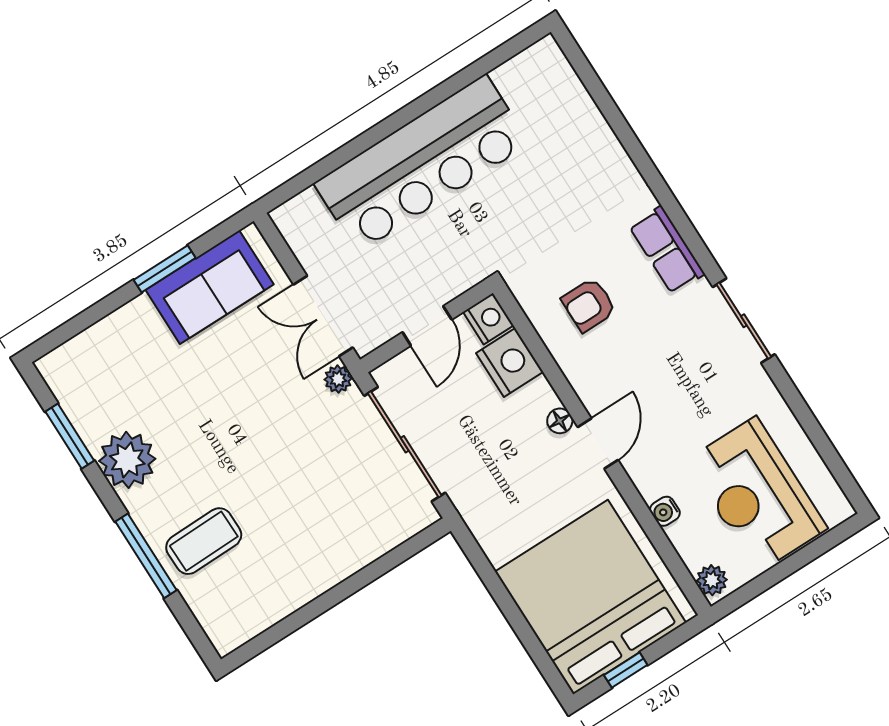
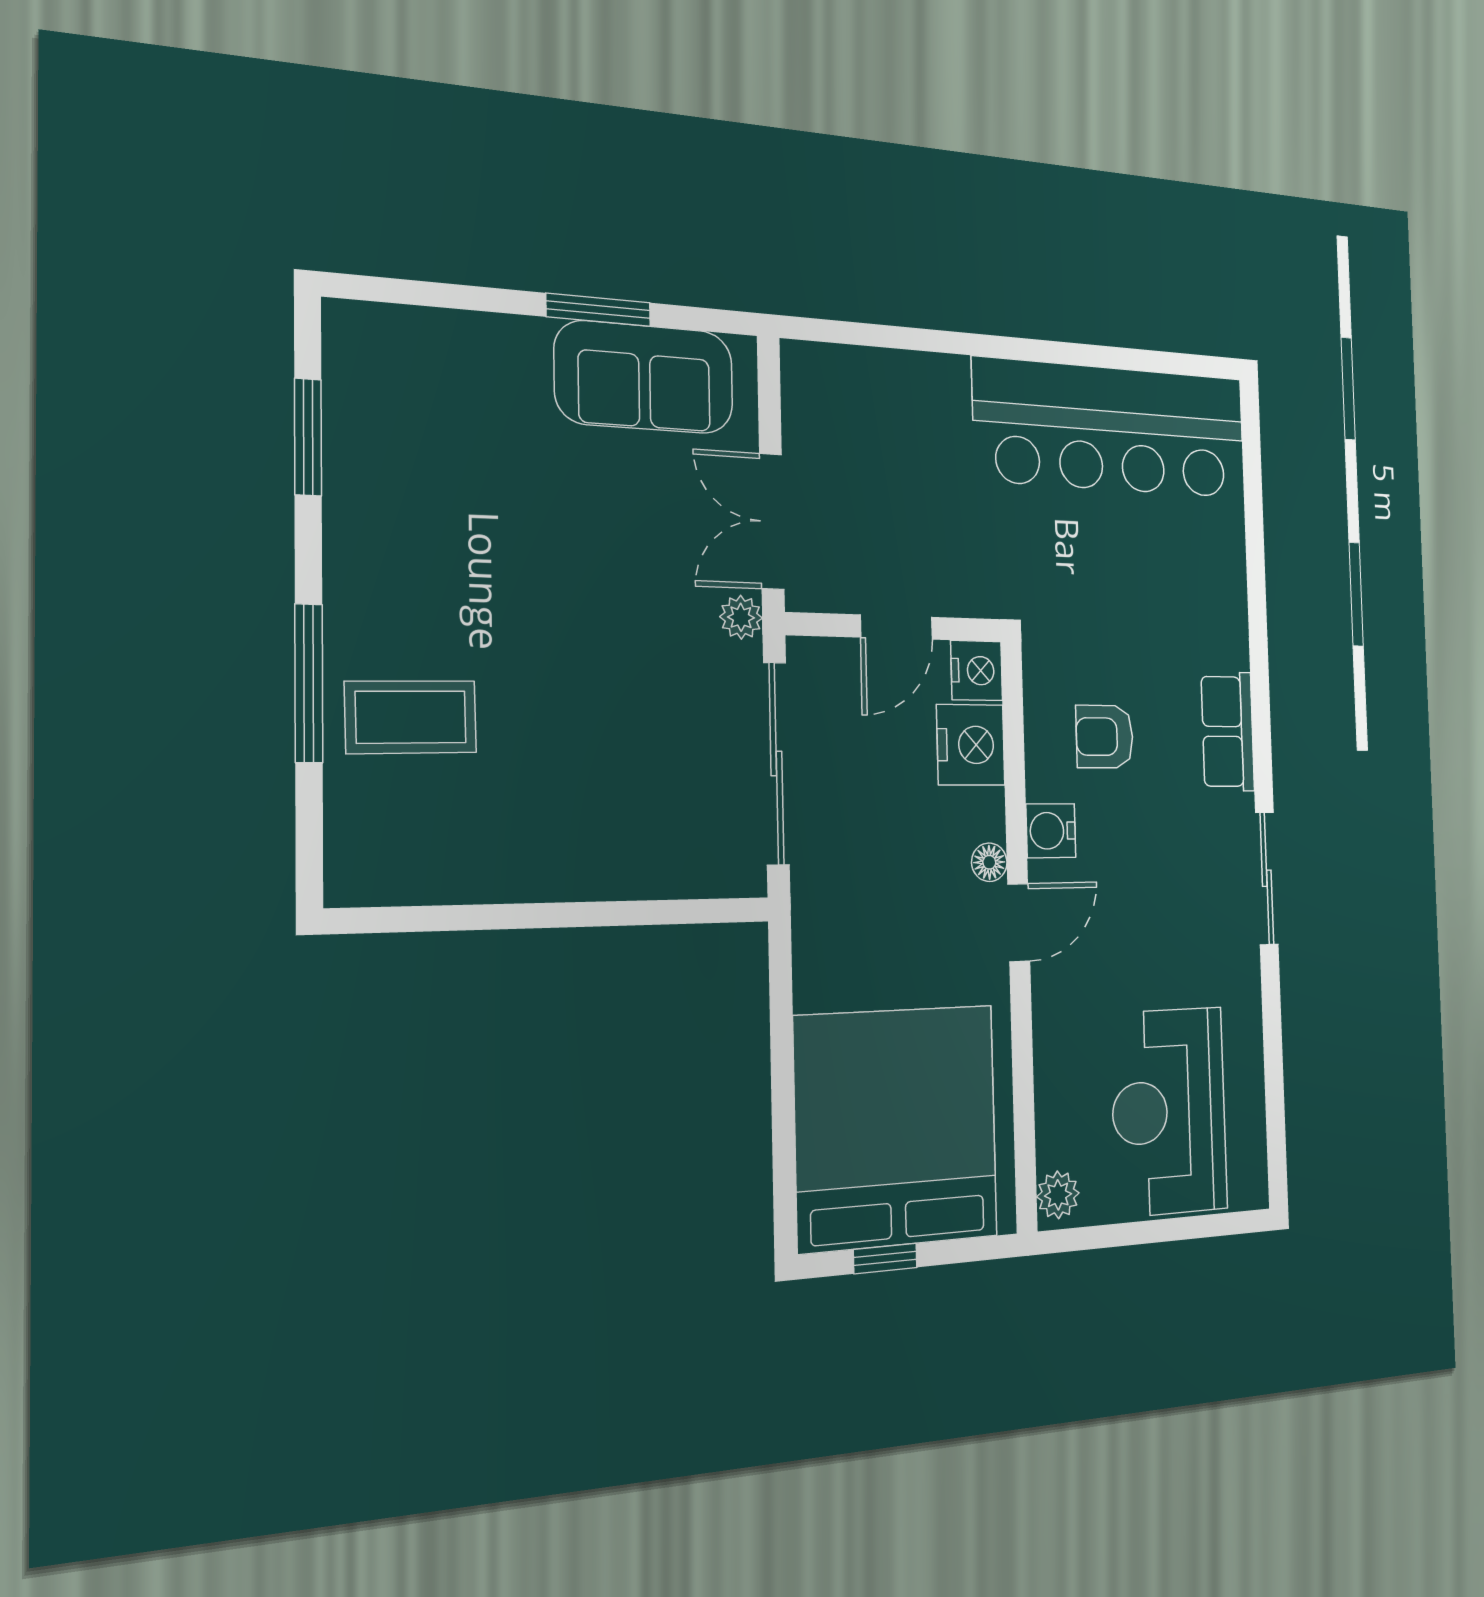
bar counter: (422, 163) -> (1111, 429), moved
plant: (127, 460) -> (373, 528), removed
water cooler: (665, 511) -> (1051, 831), moved, width x1.38, depth x1.38

